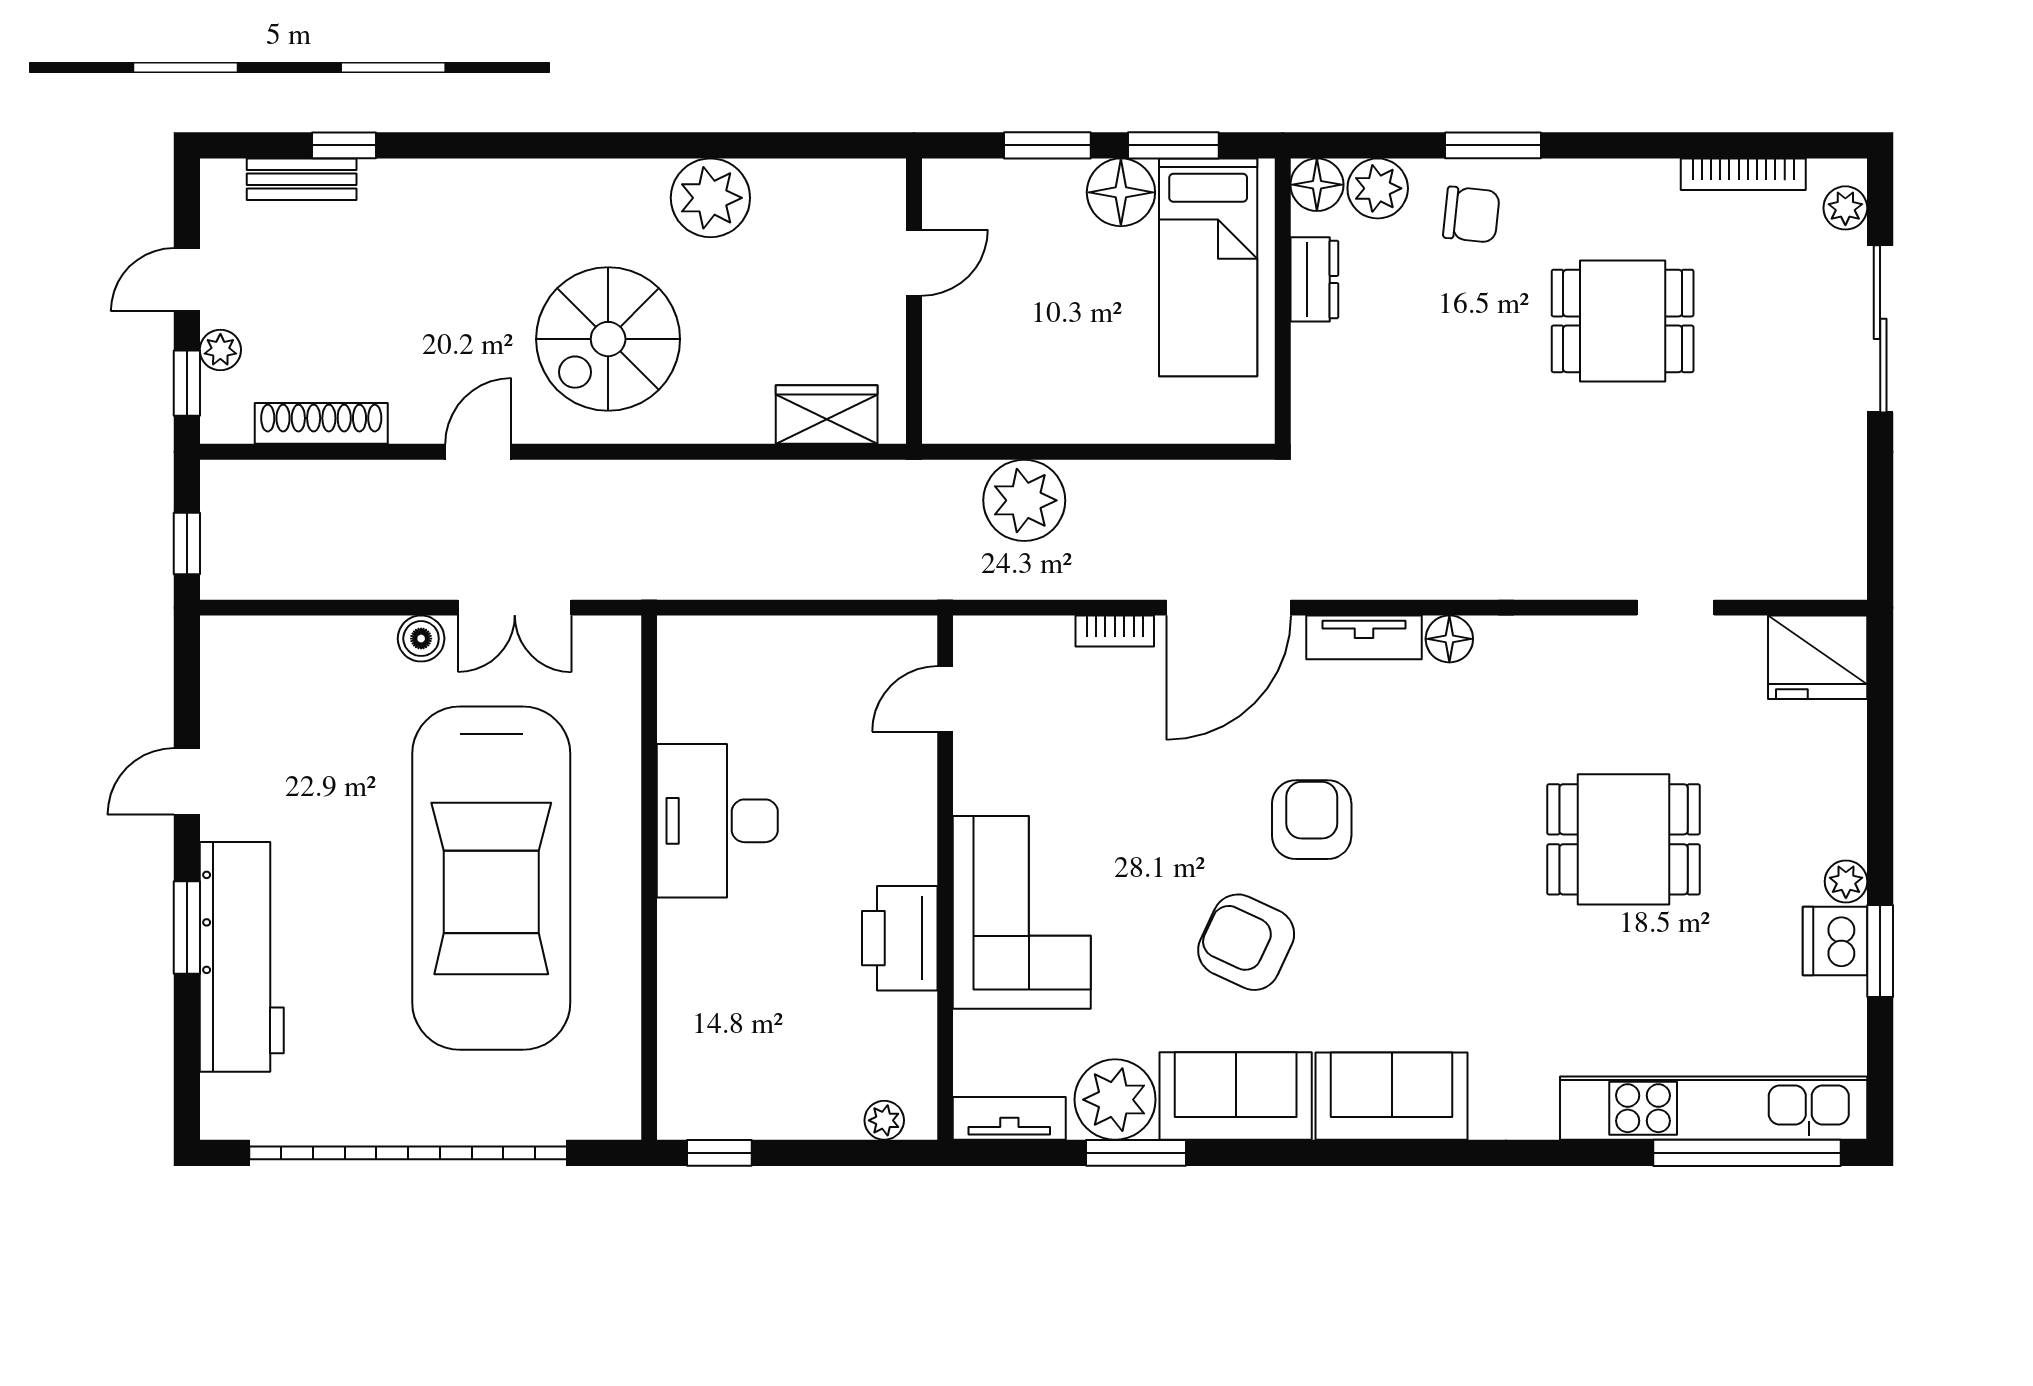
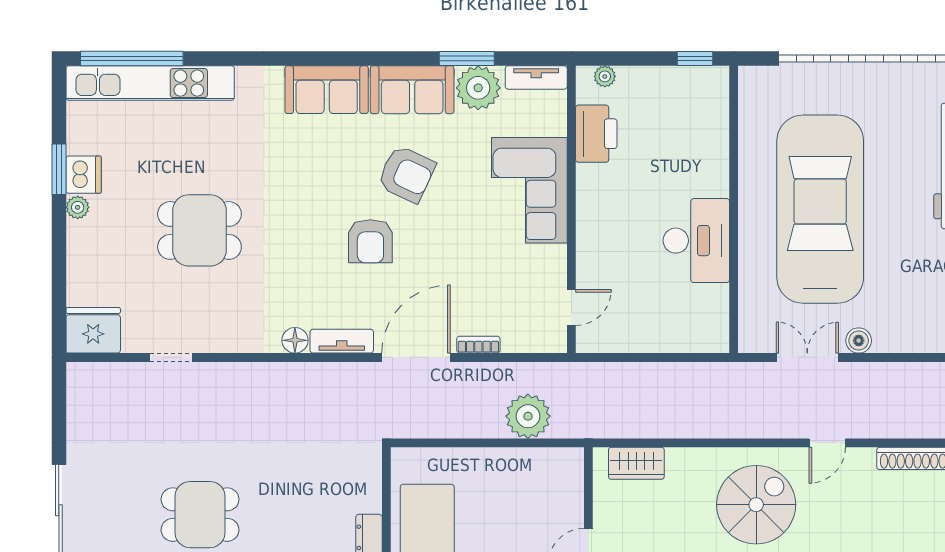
printer: (900, 938) -> (596, 134), moved

